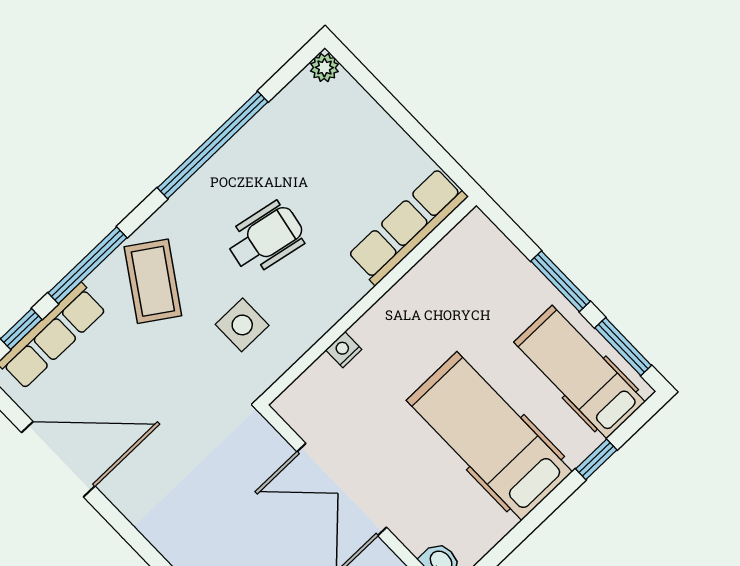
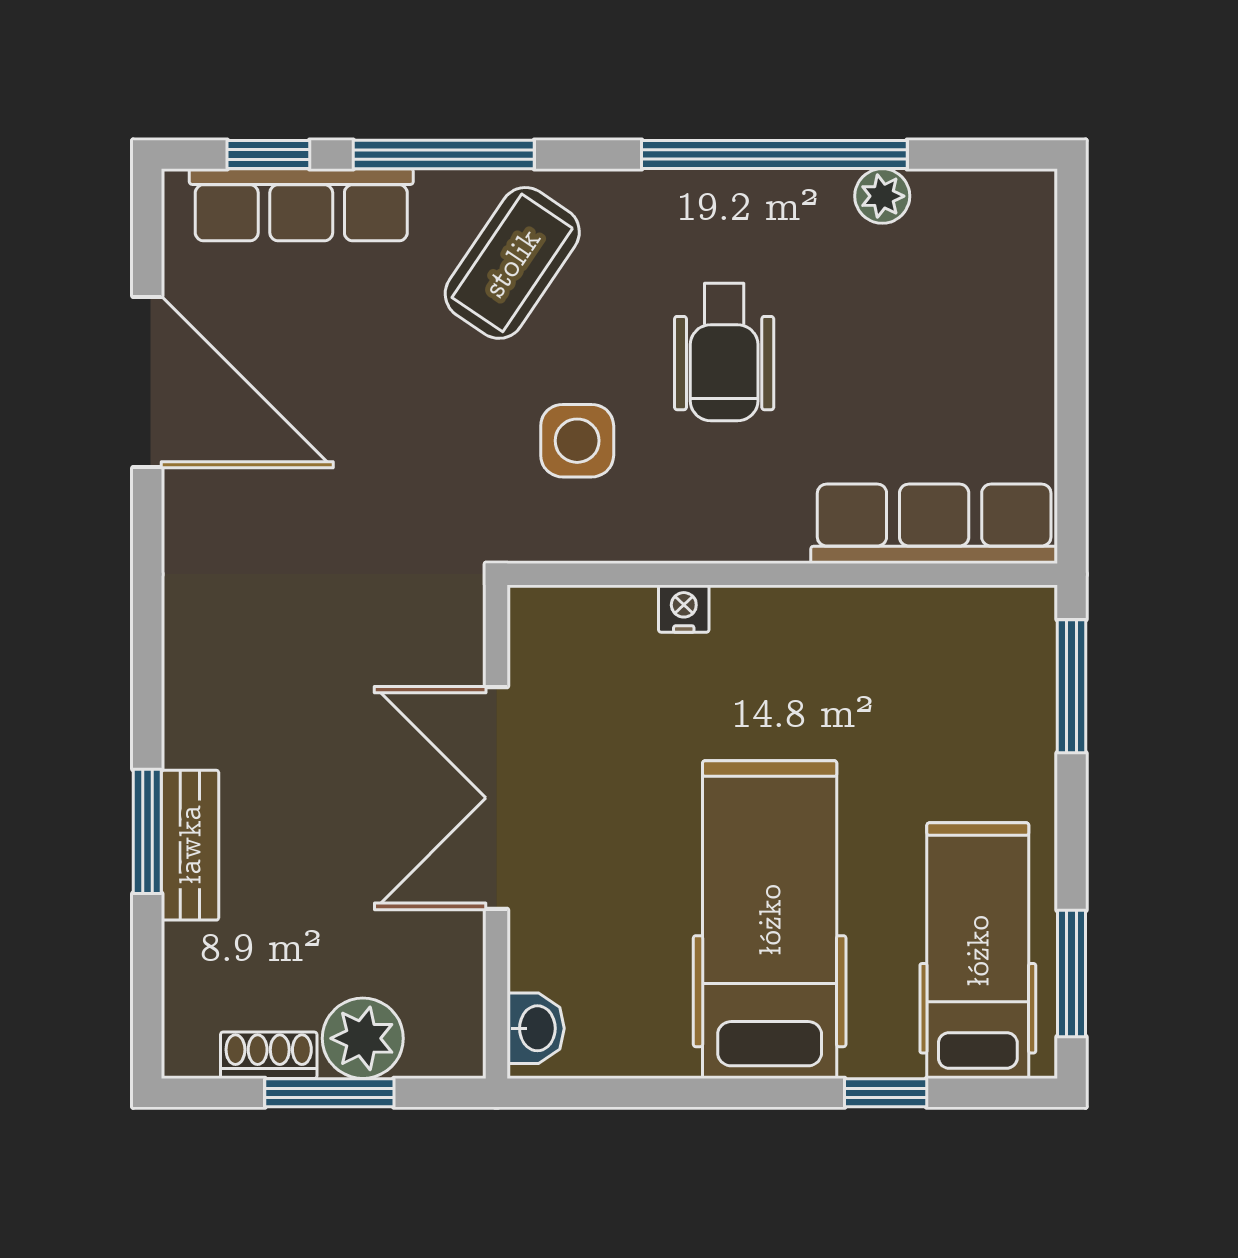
plant: (324, 68) -> (882, 196), moved
wheelchair: (266, 238) -> (724, 352), turned 79
window: (560, 281) -> (1071, 686), moved

